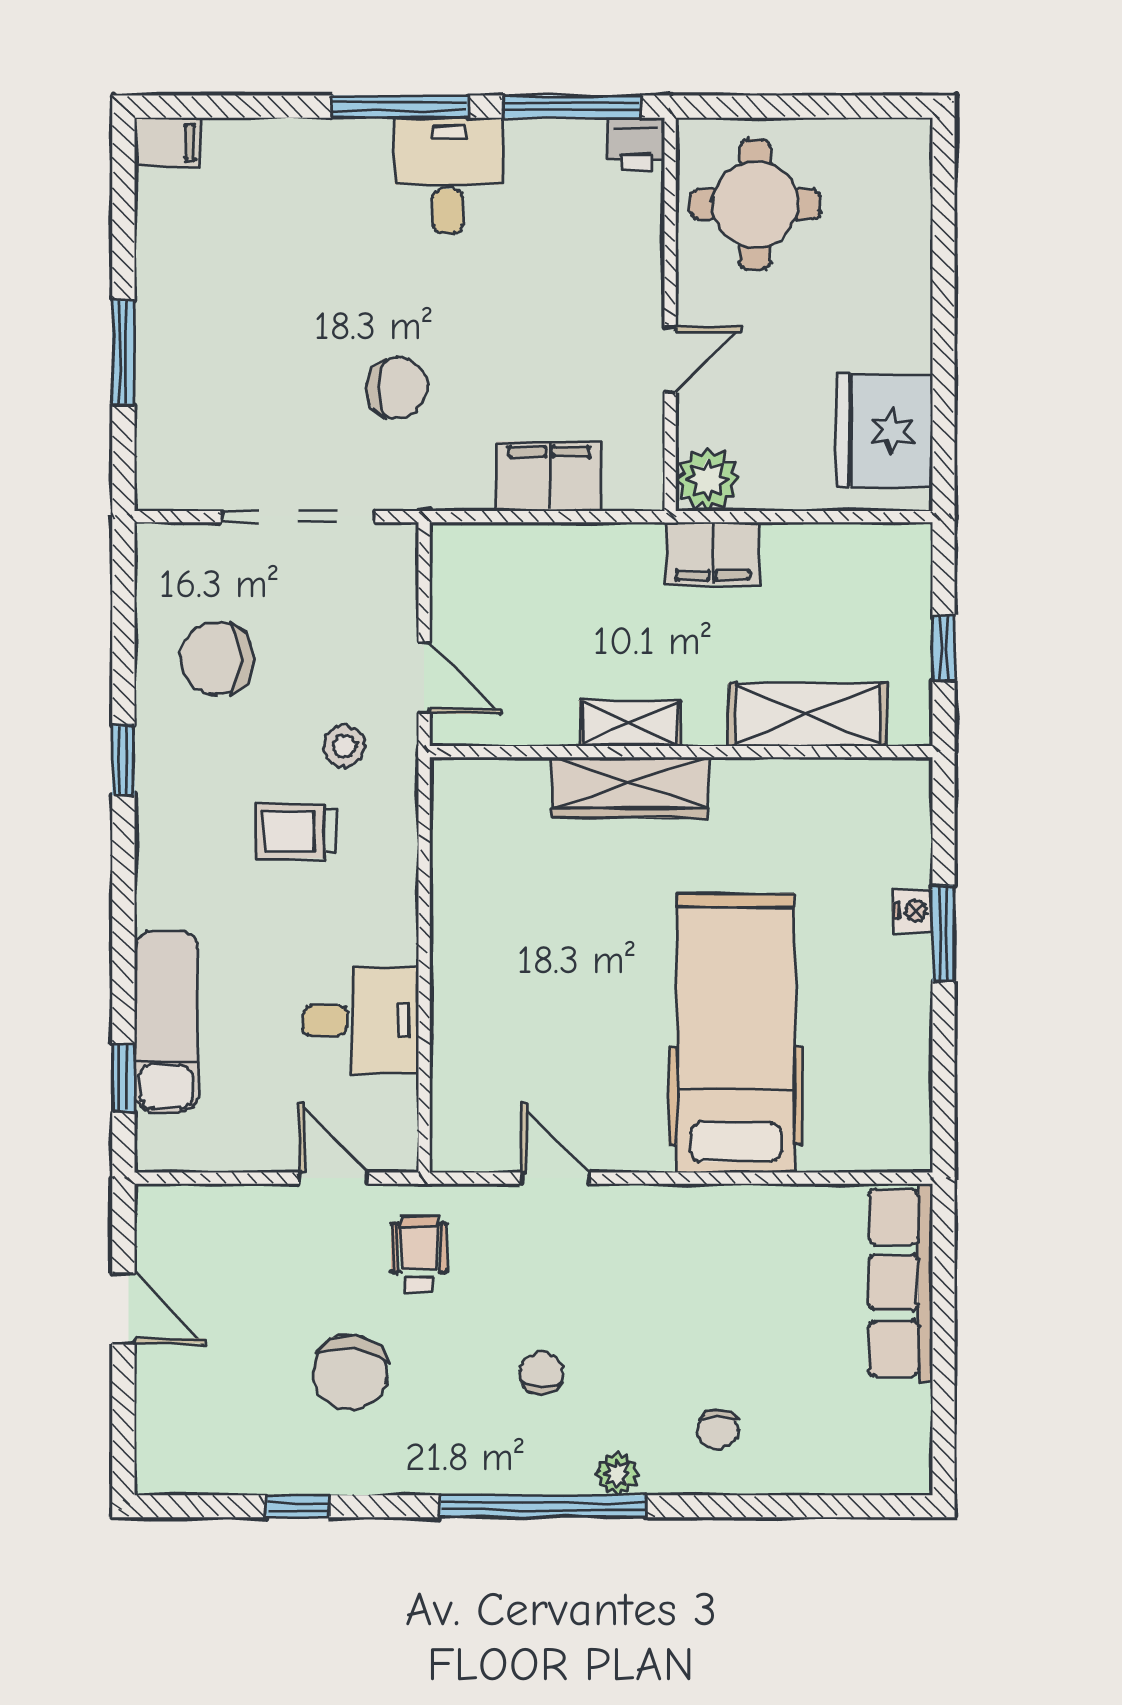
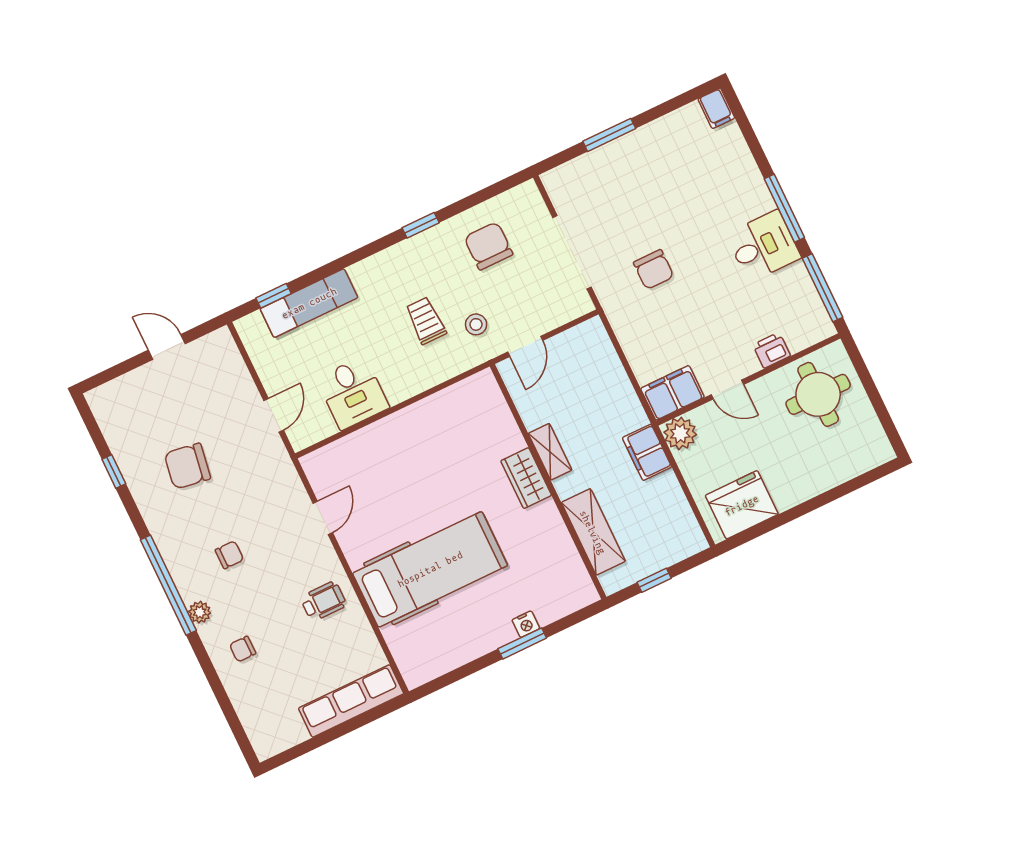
printer: (636, 144) -> (772, 350), moved, turned 90
filing cabinet: (549, 476) -> (672, 393), moved, turned -90
wardrobe: (630, 787) -> (526, 478), width x0.67
wheelchair: (419, 1254) -> (323, 601), moved
door: (123, 1308) -> (167, 347), swing flipped

